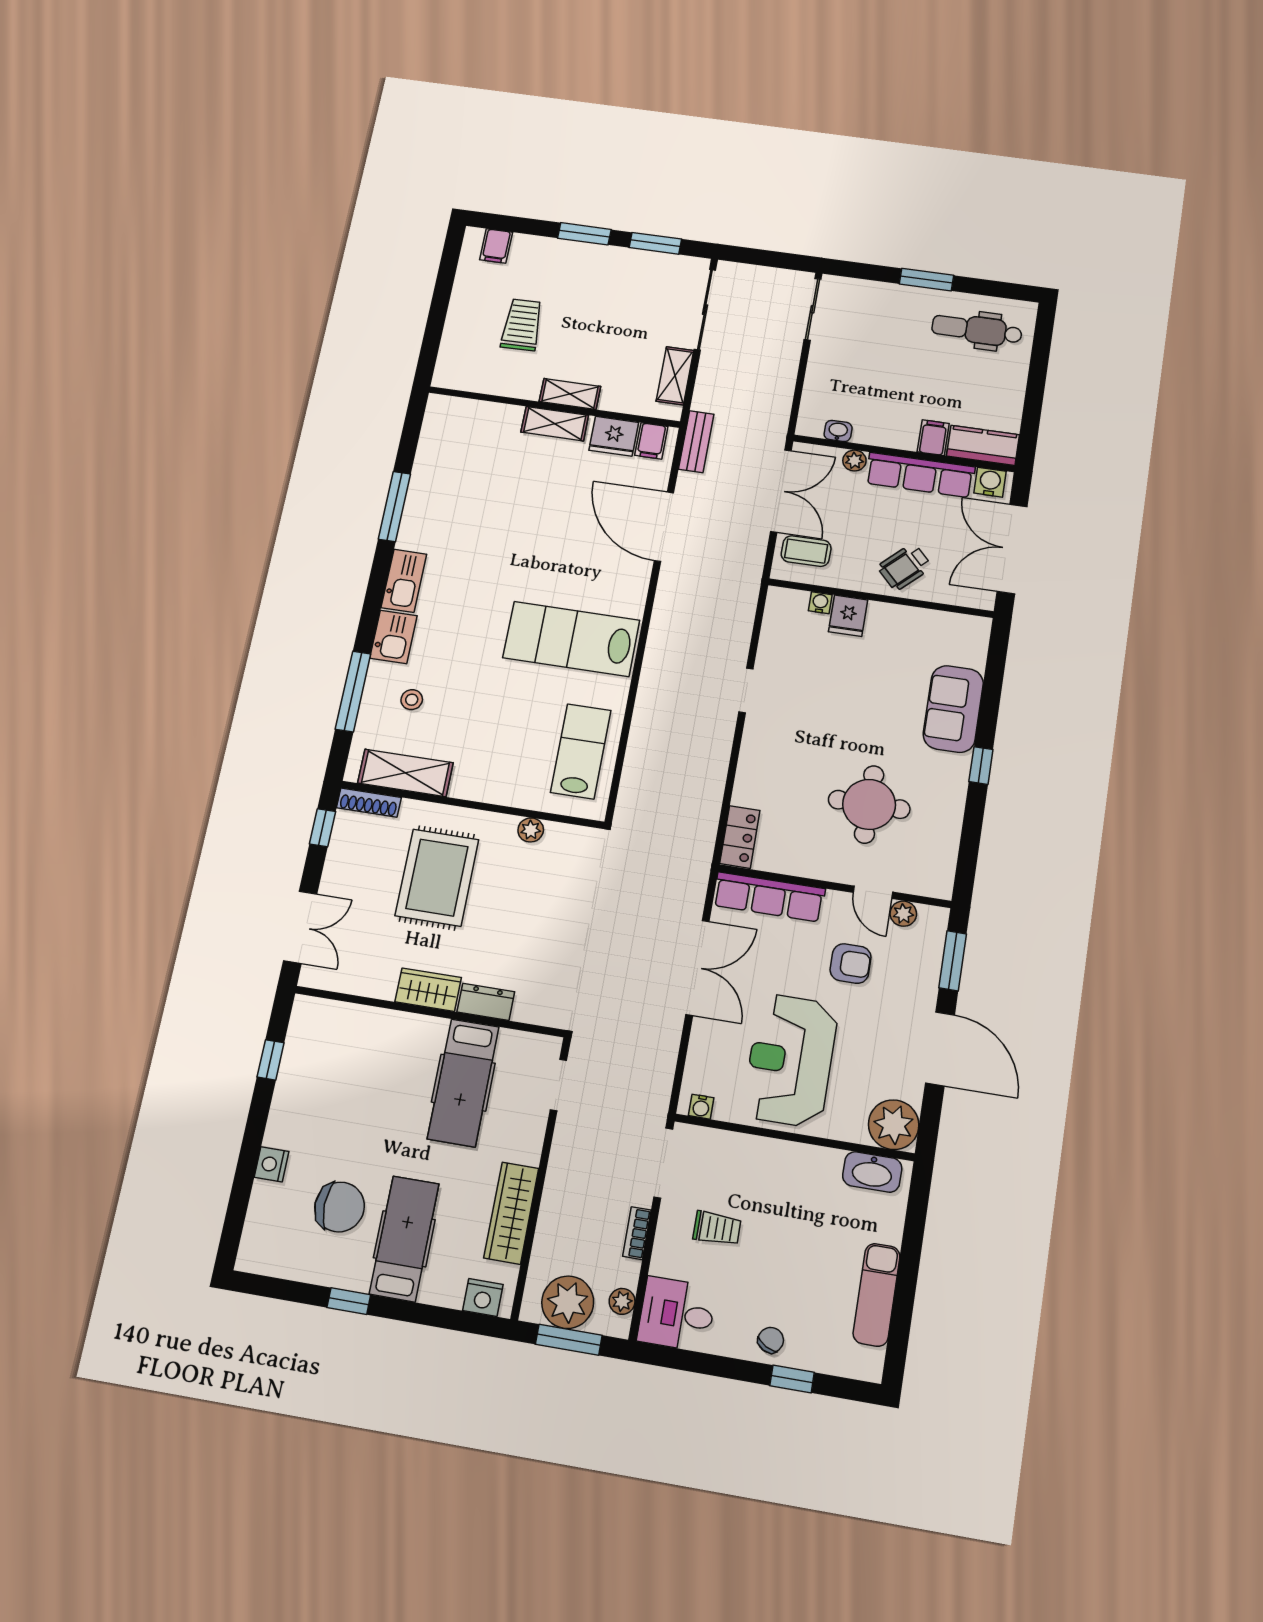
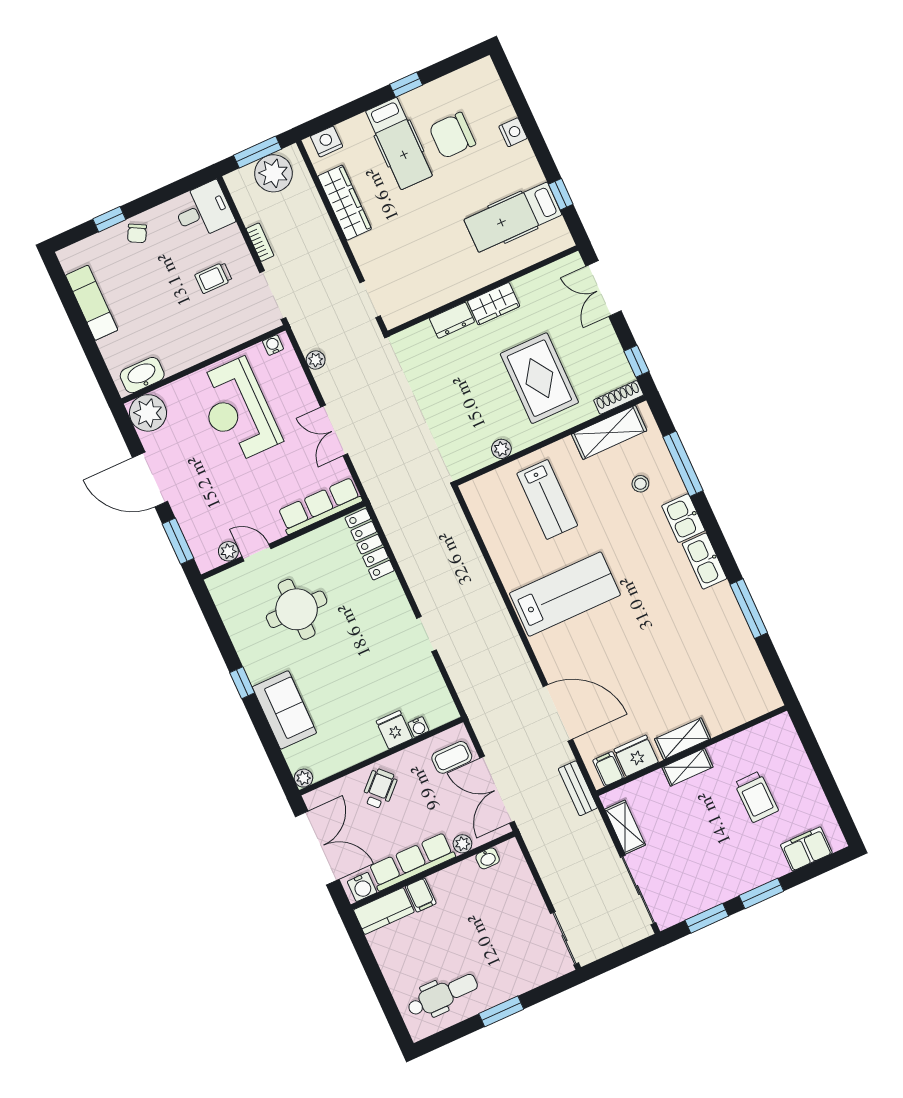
filing cabinet: (496, 246) -> (806, 849), width x2.00
plant: (979, 627) -> (303, 778), added
lab bench: (581, 751) -> (547, 499), moved
locker: (740, 837) -> (370, 544), width x1.53
armchair: (851, 964) -> (240, 497), removed
double door: (697, 968) -> (334, 430), width x0.73
reception desk: (790, 1060) -> (237, 411), turned 180
hospital bed: (463, 1083) -> (513, 217), moved, turned -90
plant: (622, 1301) -> (316, 360), moved

